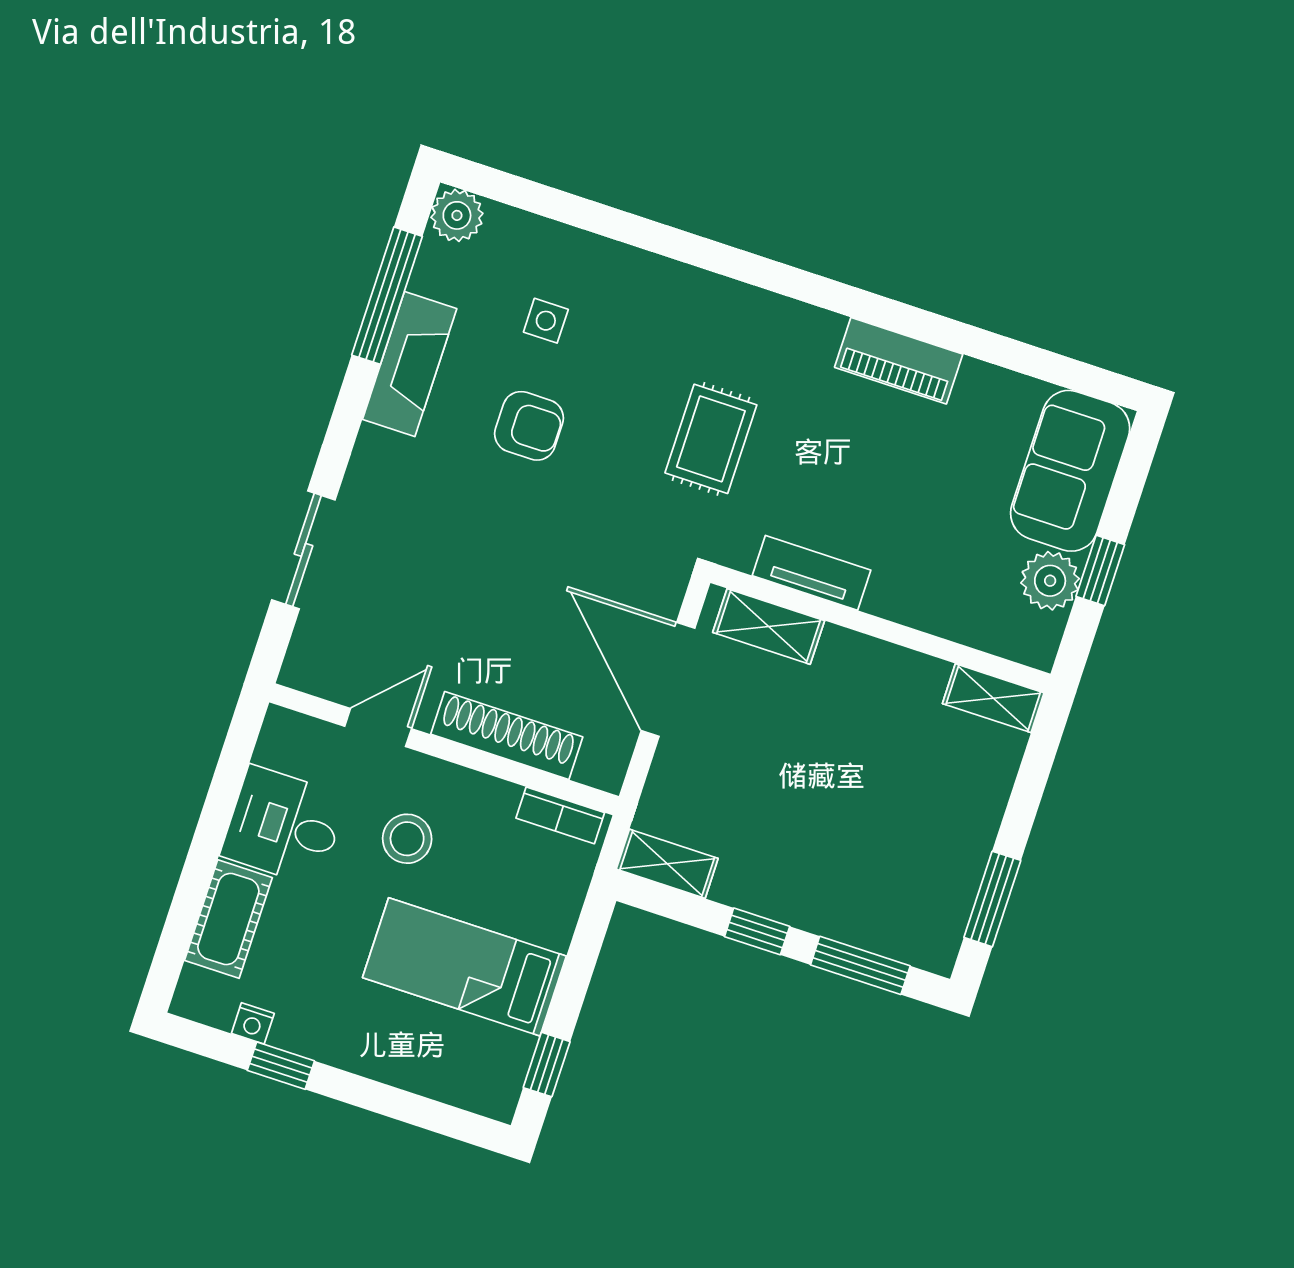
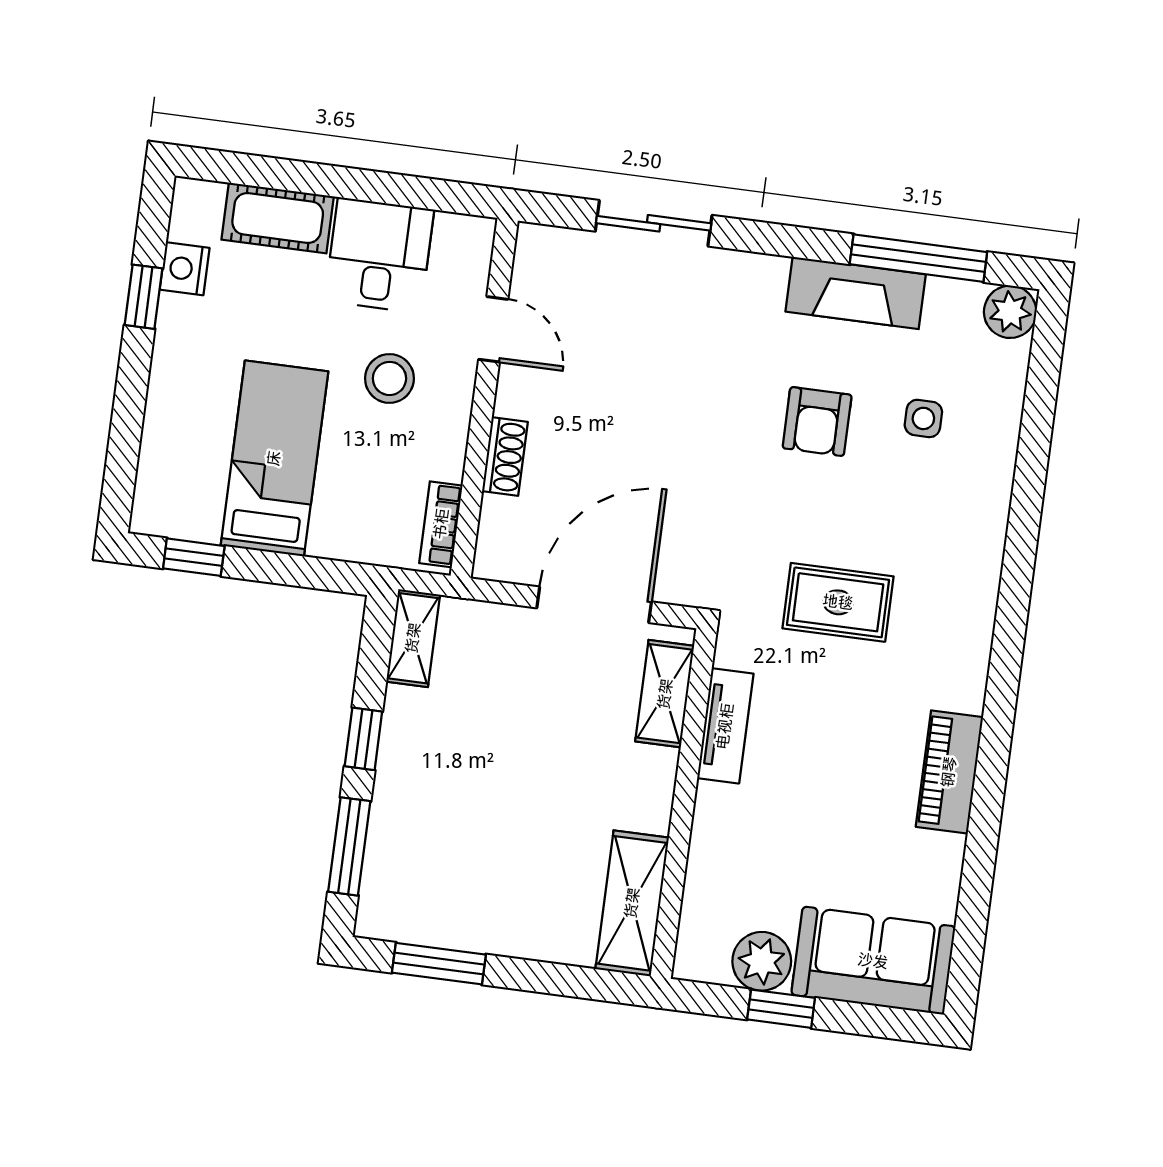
shelving: (993, 698) -> (632, 903), width x1.50, depth x1.33
shoe rack: (507, 736) -> (505, 456), width x0.51, depth x0.81
nightstand: (253, 1023) -> (185, 269), width x1.39, depth x1.35

